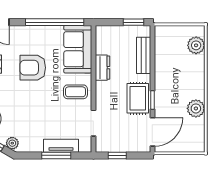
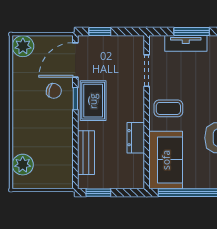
chair: (170, 106) -> (54, 91), added
plant: (196, 108) -> (23, 46), moved
window: (117, 155) -> (100, 32), moved

